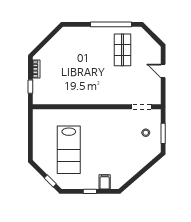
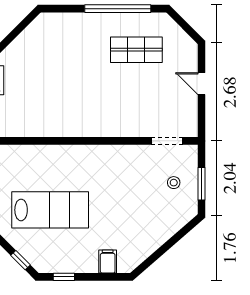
shop shelf: (123, 50) -> (136, 50), turned 90
lab bench: (69, 150) -> (50, 210), turned -90
window: (90, 191) -> (64, 277), moved

